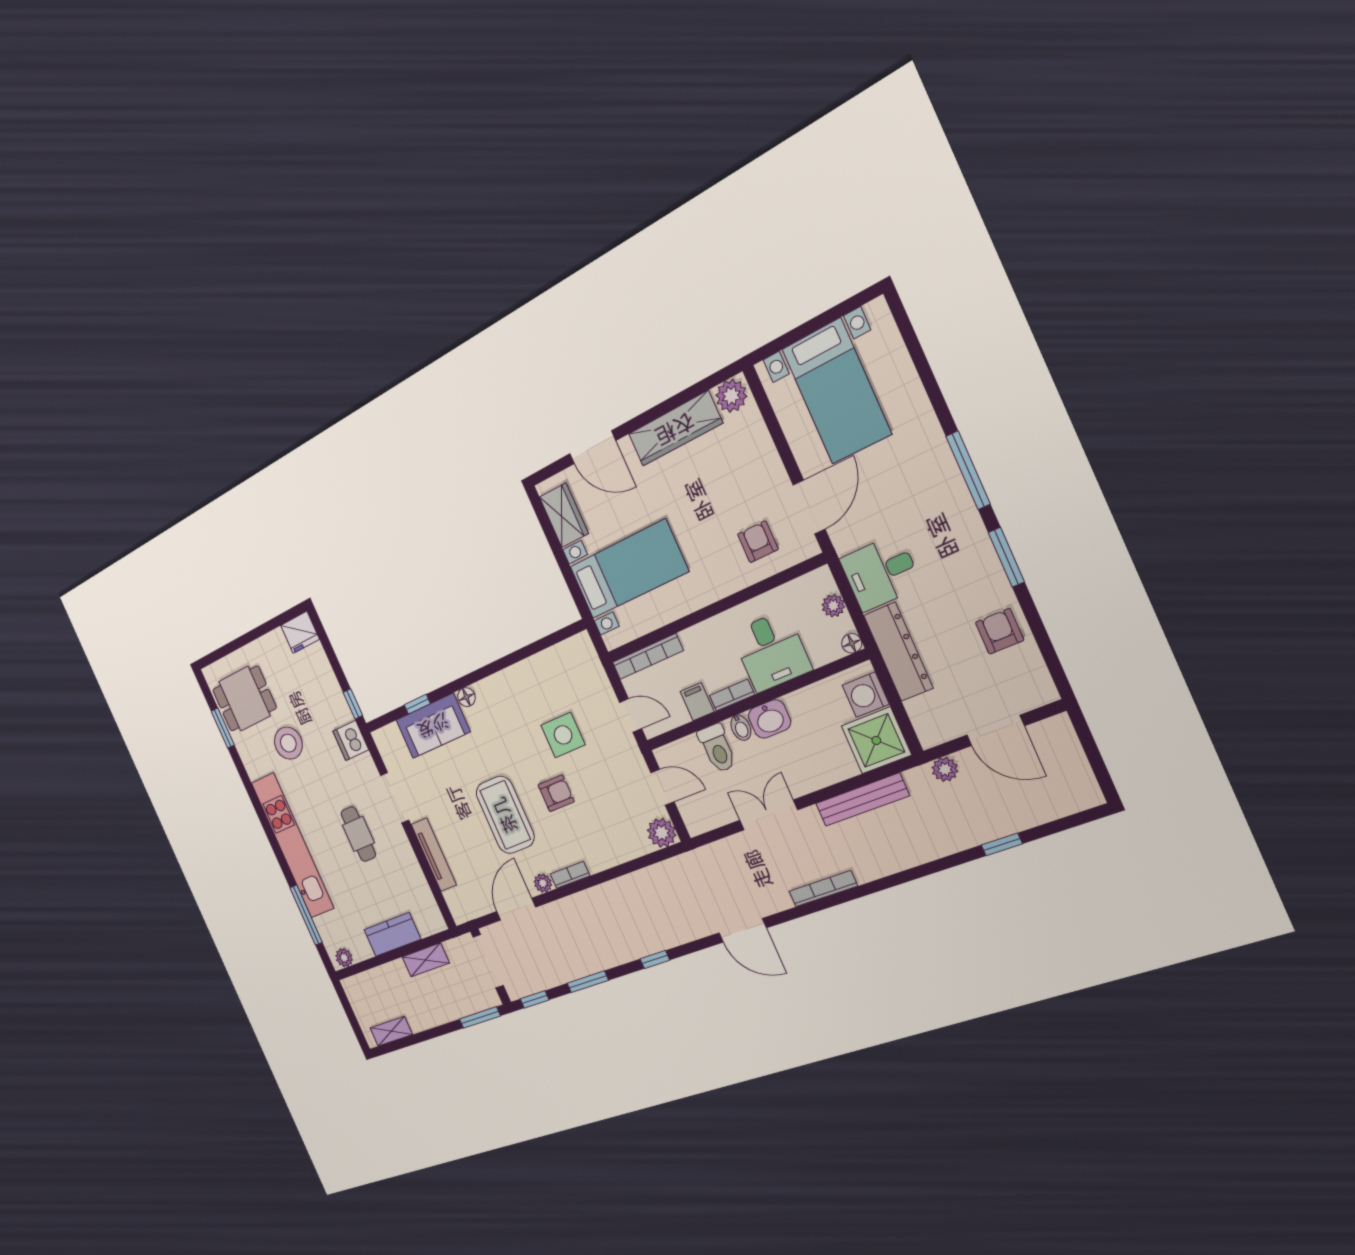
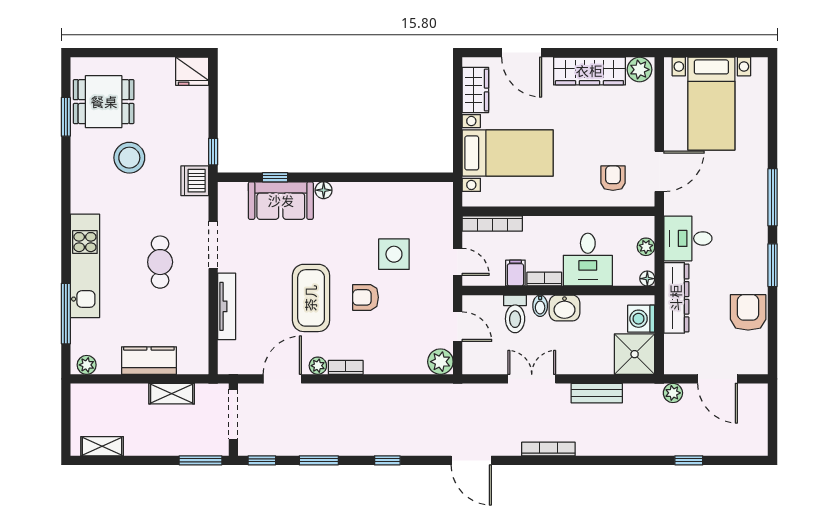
armchair: (1000, 631) -> (748, 312), width x1.38, depth x1.38
armchair: (556, 793) -> (366, 297), turned 180
bench: (862, 800) -> (597, 393), width x0.73
kitchen unit: (293, 845) -> (85, 266), width x0.73

